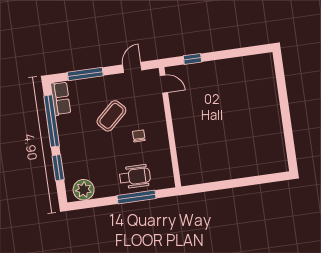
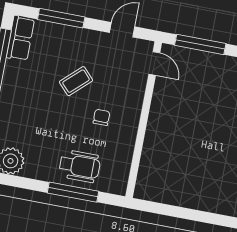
window: (192, 59) -> (200, 44), width x2.17
coffee table: (111, 116) -> (76, 81), width x0.73, depth x0.77

